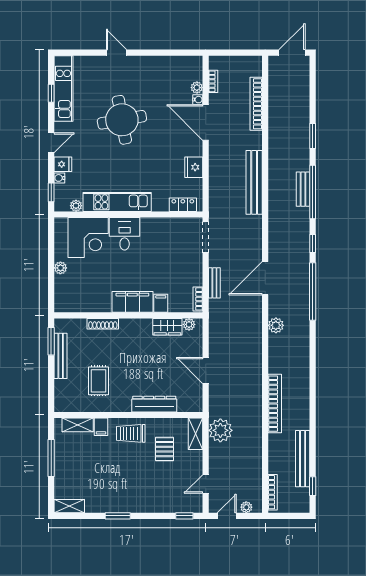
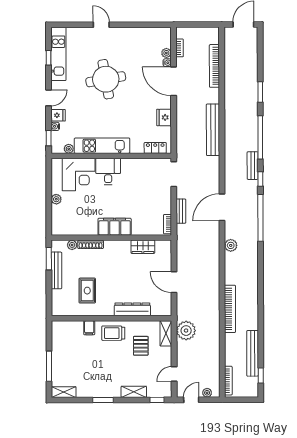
bench: (303, 189) -> (253, 166), moved
filing cabinet: (161, 303) -> (138, 228), removed
plant: (189, 324) -> (72, 245), moved
shelving: (78, 425) -> (134, 392), moved
window: (51, 458) -> (49, 366), moved

